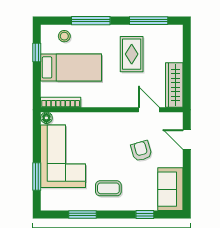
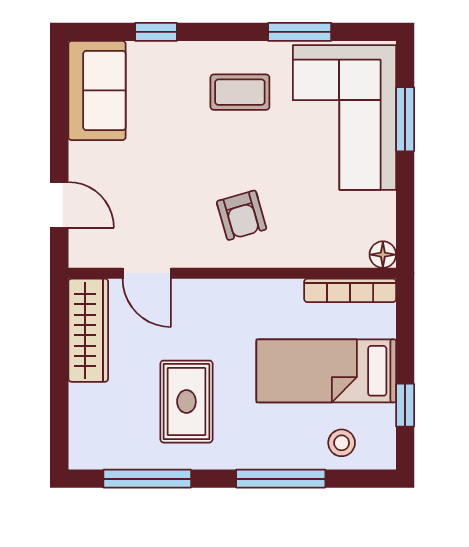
armchair: (141, 151) -> (242, 215), moved
corner sofa: (63, 156) -> (344, 118), moved

